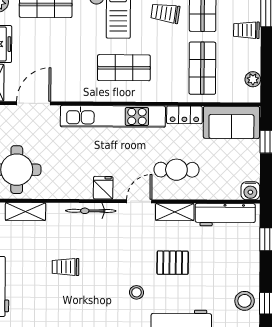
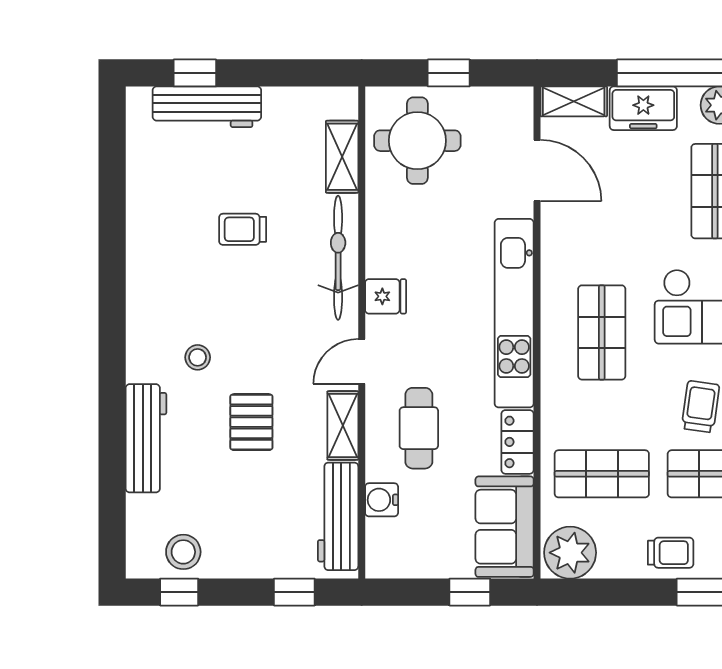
trolley: (246, 30) -> (671, 553), turned 90
plant: (253, 79) -> (570, 553), width x1.87, depth x1.87
water cooler: (250, 191) -> (382, 500), moved
door: (139, 201) -> (362, 361), swing flipped
bicycle: (91, 211) -> (338, 258), width x1.37, depth x1.40
trolley: (65, 267) -> (243, 229), turned -90

